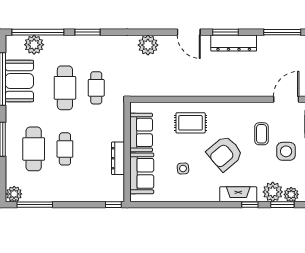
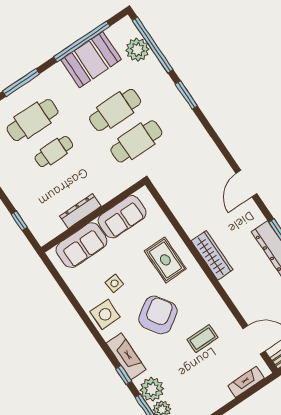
door: (189, 32) -> (246, 184), moved
plant: (148, 45) -> (214, 164), removed
cafe table: (96, 88) -> (136, 141), width x1.37, depth x1.35
wardrobe: (209, 89) -> (212, 255), added
side table: (286, 151) -> (105, 314), moved
armchair: (225, 153) -> (158, 315), turned 96
window: (113, 205) -> (19, 221), moved

